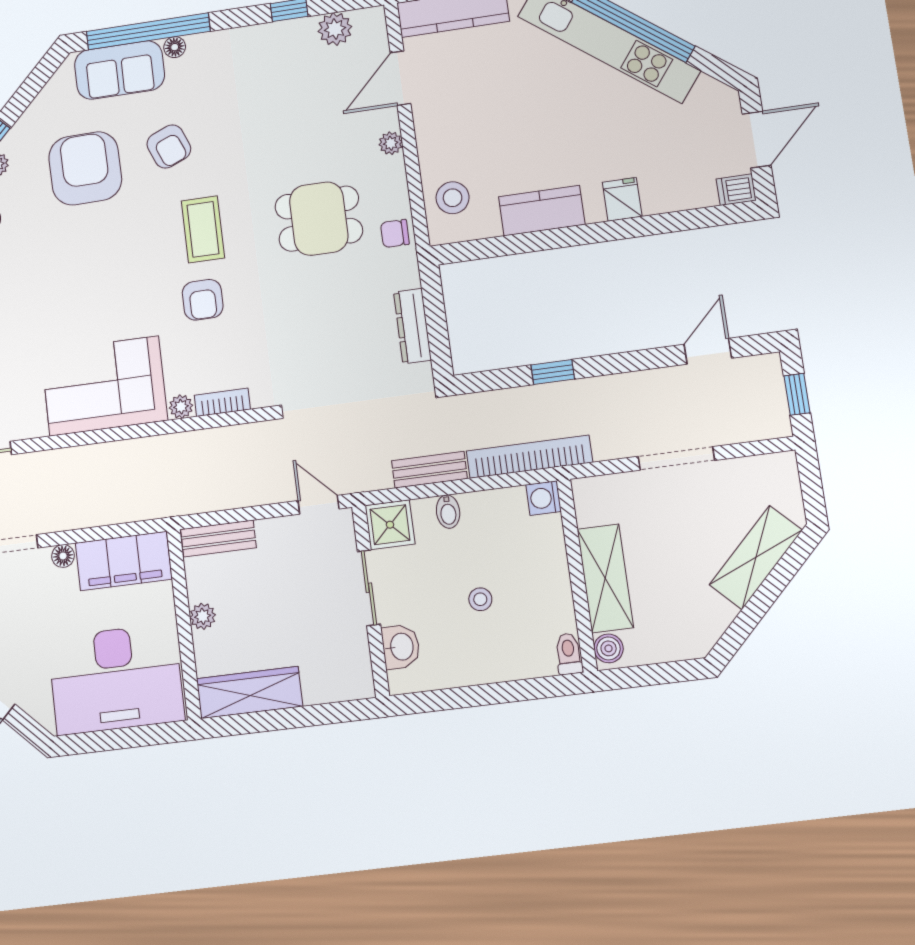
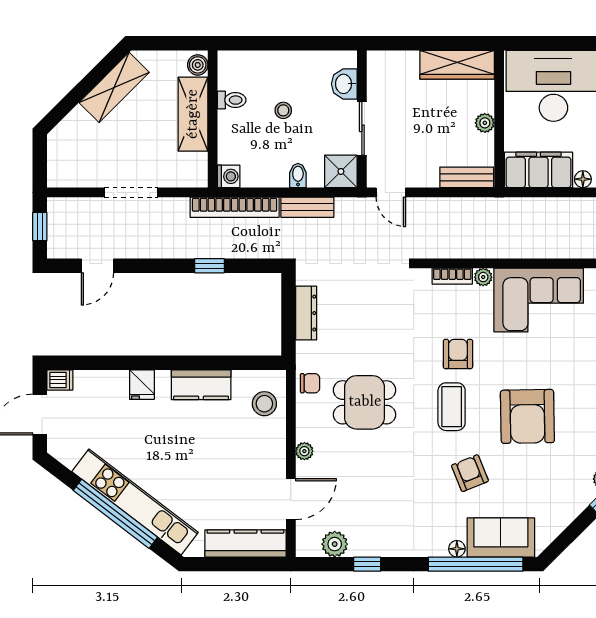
armchair: (85, 168) -> (527, 416), moved
shelving: (756, 557) -> (114, 87), moved
toilet: (569, 654) -> (232, 100), moved, turned -90

